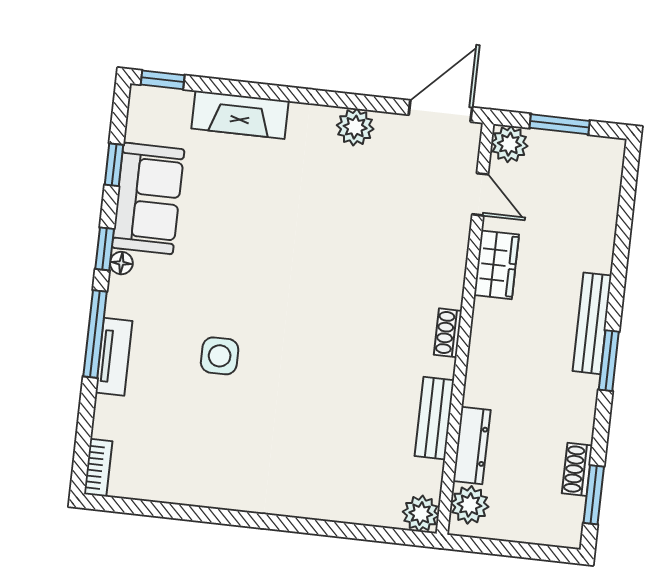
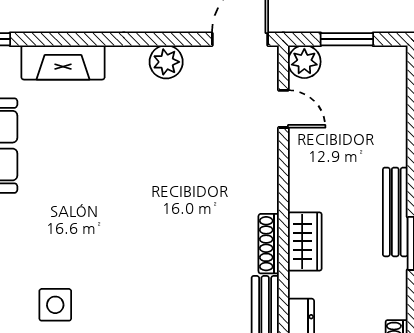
wardrobe: (496, 265) -> (305, 241), moved
shoe rack: (448, 333) -> (269, 244), width x1.43
side table: (220, 356) -> (55, 305), moved

